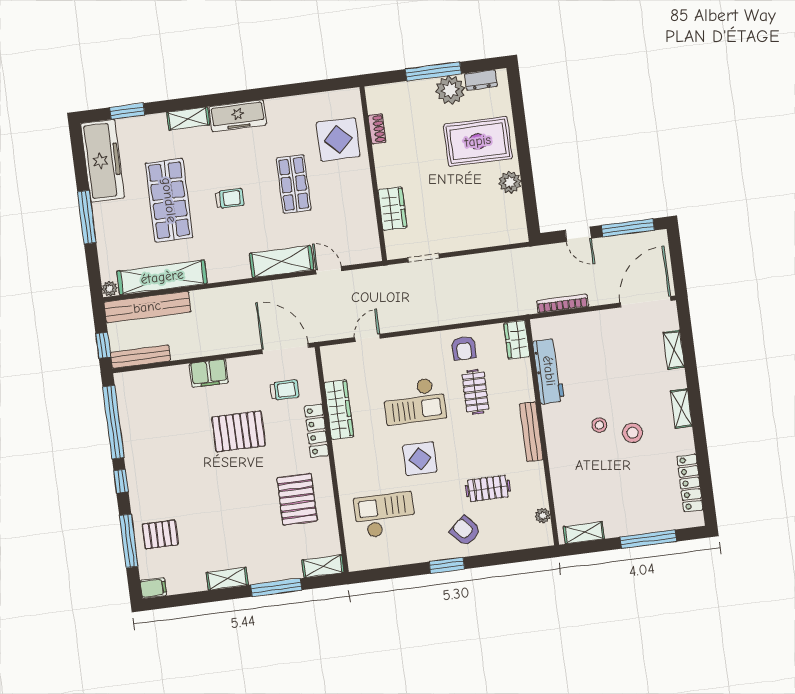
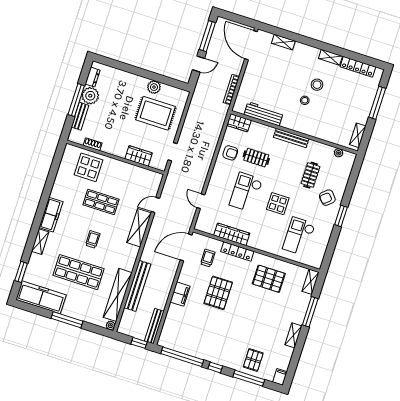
bench: (411, 89) -> (80, 116), added
rug: (478, 141) -> (156, 113), moved, turned 90
bench: (147, 307) -> (137, 286), moved
checkout: (414, 401) -> (246, 192), turned 180
shelving: (681, 408) -> (330, 57), moved

